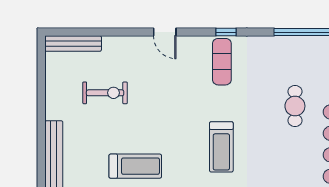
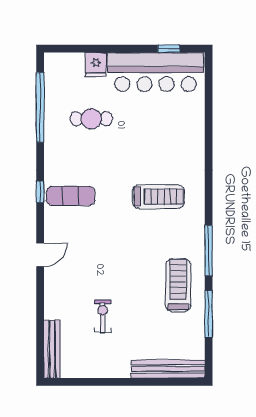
exercise bike: (105, 93) -> (103, 316), width x0.73, depth x0.72
cafe table: (295, 106) -> (91, 119), moved

